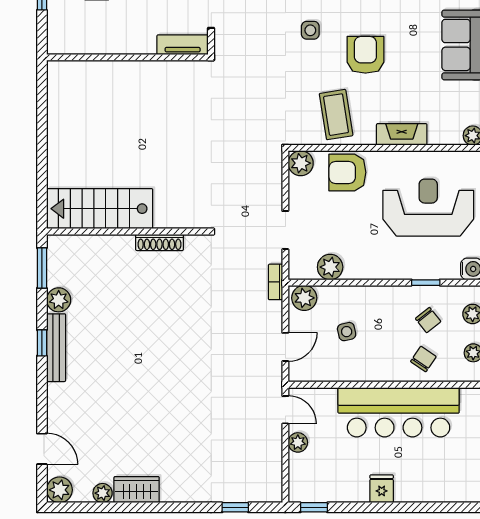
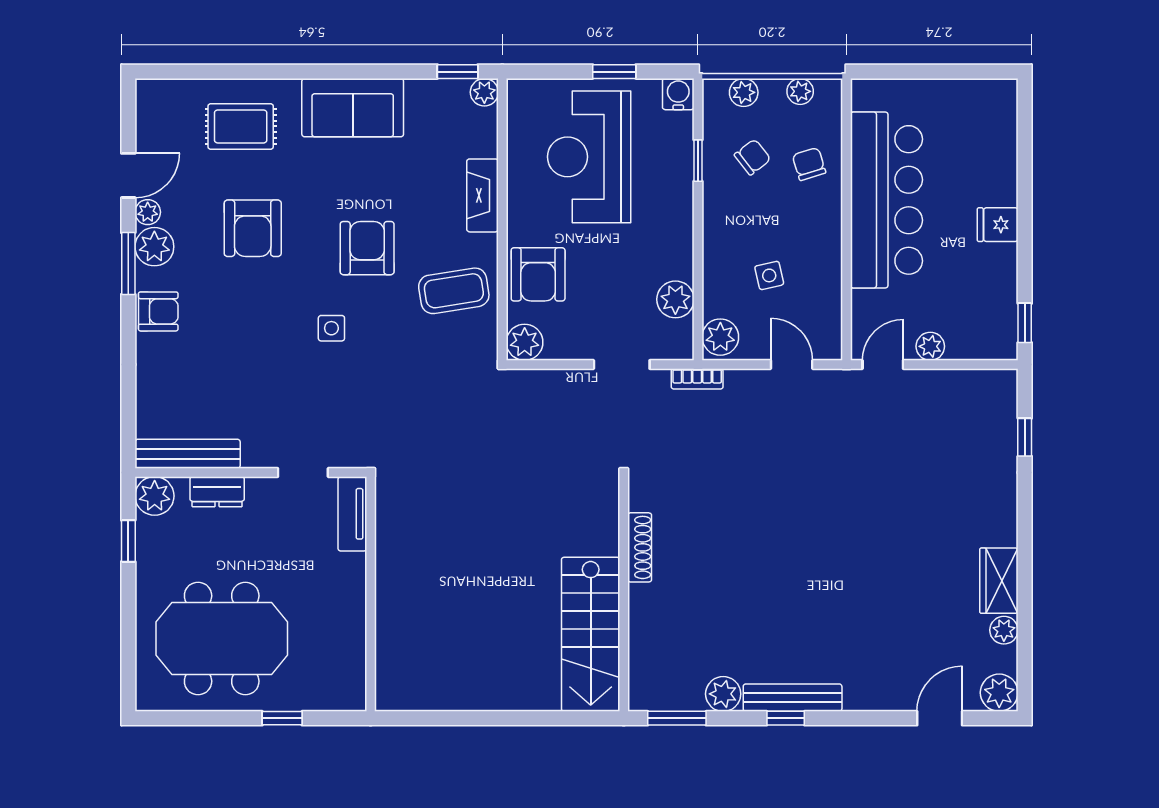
armchair: (365, 55) -> (367, 248), turned 90
chair: (423, 359) -> (809, 164), turned 39

